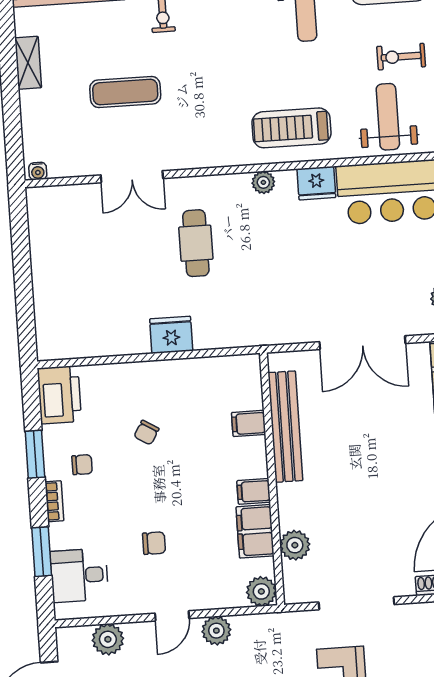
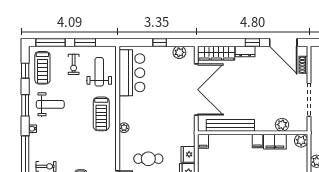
weight bench: (388, 117) -> (99, 72), turned 90
fridge: (316, 183) -> (188, 154), moved, turned 180
double door: (362, 343) -> (196, 90), width x1.36
filing cabinet: (249, 423) -> (203, 141), moved

